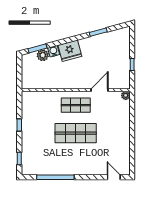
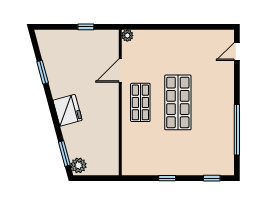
water cooler: (54, 51) -> (68, 132), removed
plant: (43, 55) -> (79, 165), moved
door: (100, 90) -> (120, 70), hinge flipped

